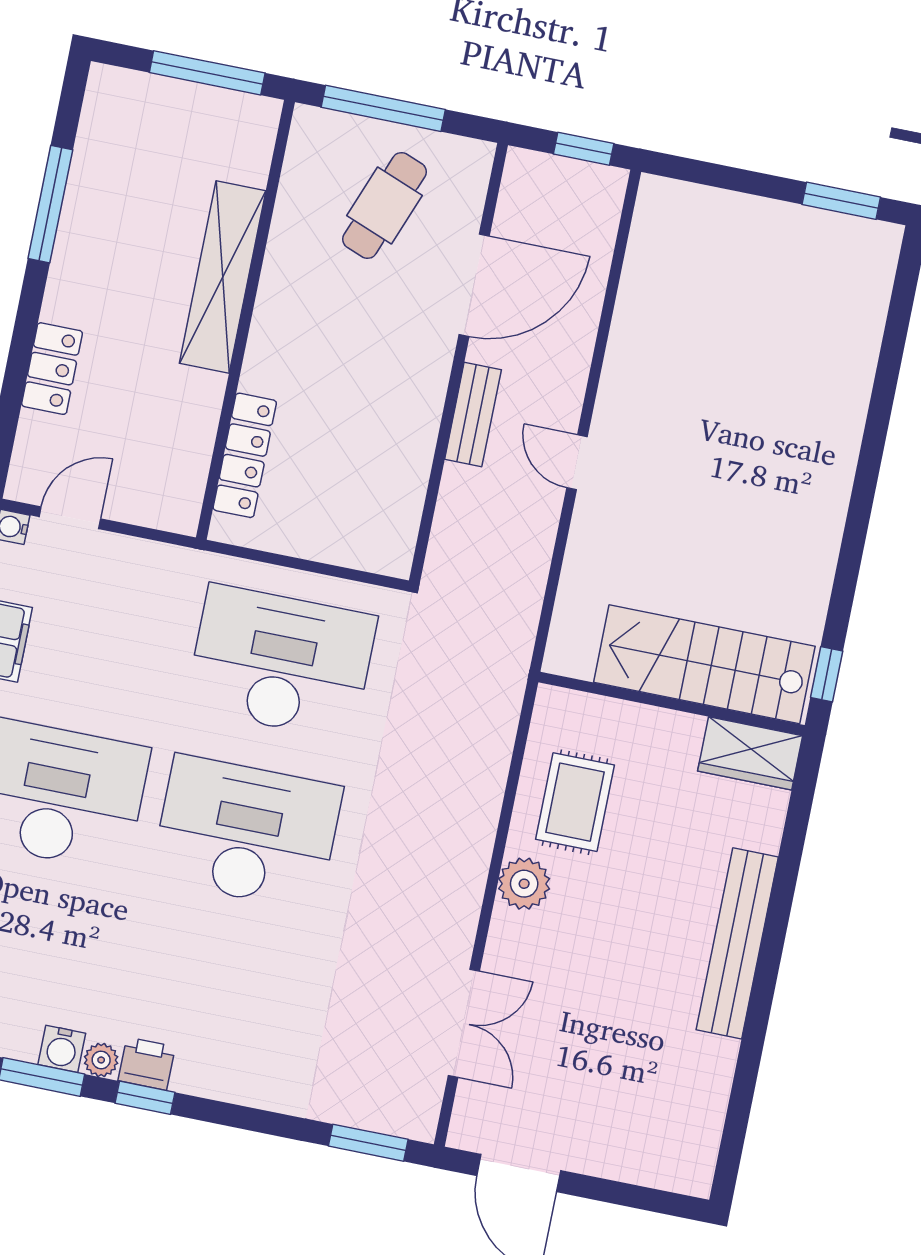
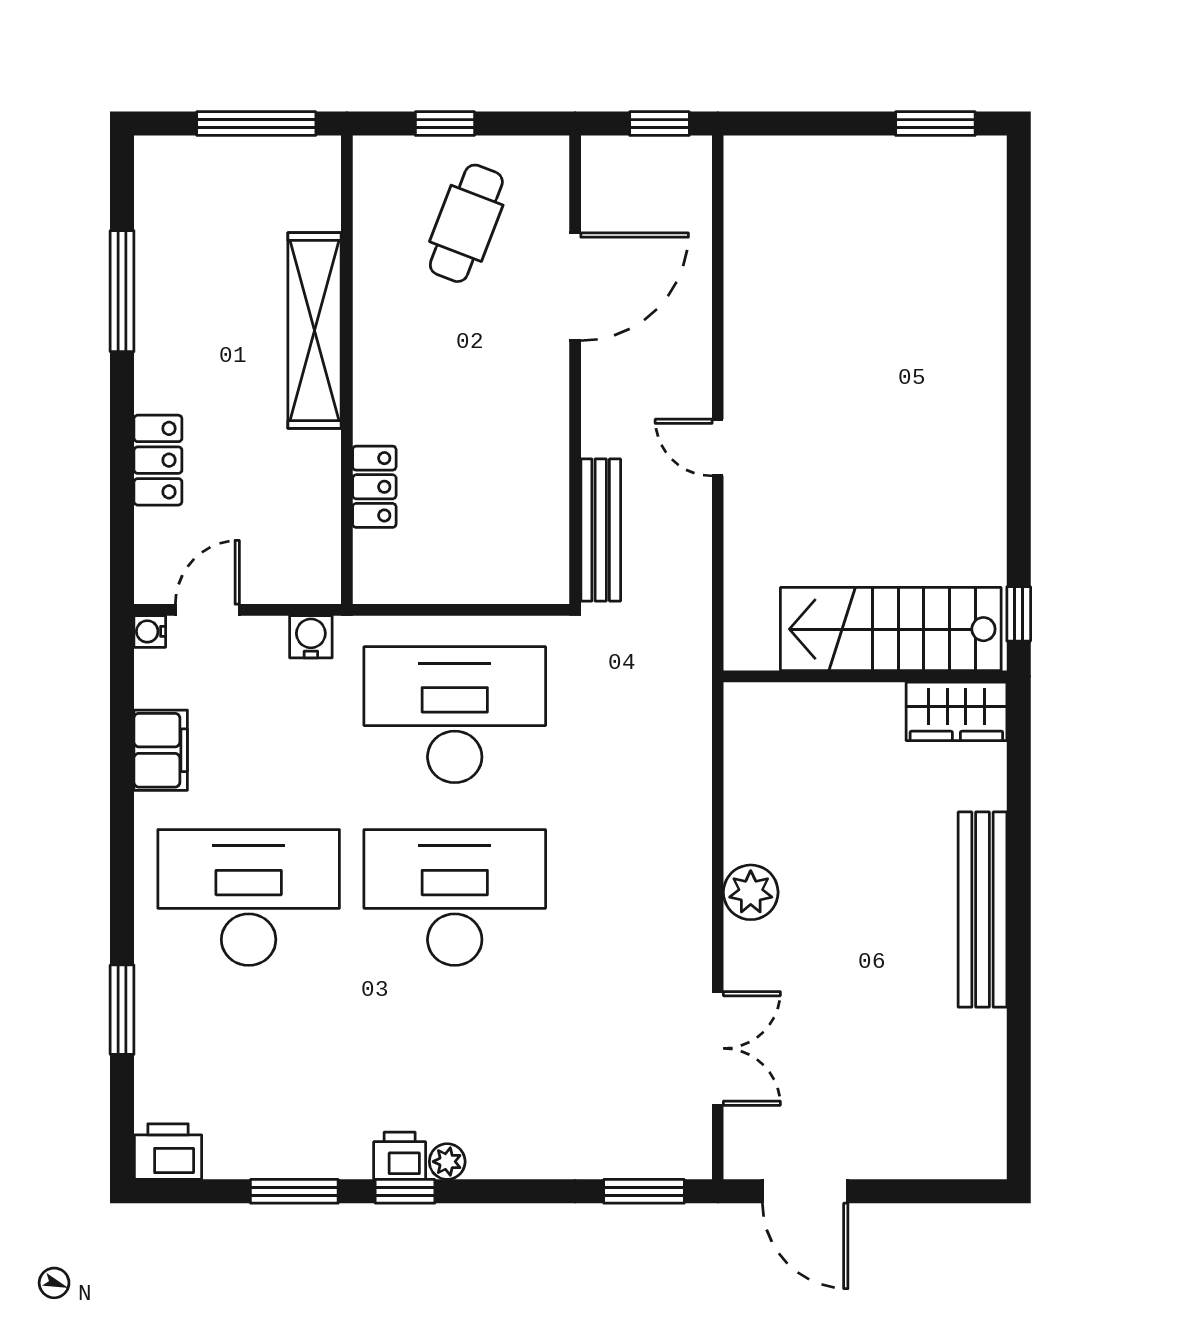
window: (383, 108) -> (445, 124), width x0.46
bench: (473, 414) -> (601, 530), moved, width x1.36
locker: (245, 455) -> (374, 487), width x0.66
rug: (575, 802) -> (786, 798), removed
water cooler: (62, 1049) -> (311, 637), moved, turned 180
plant: (101, 1060) -> (447, 1162), moved

